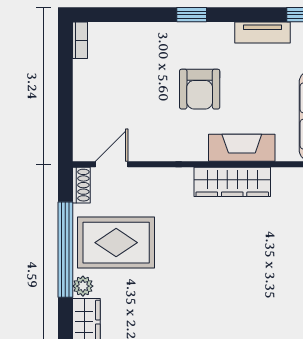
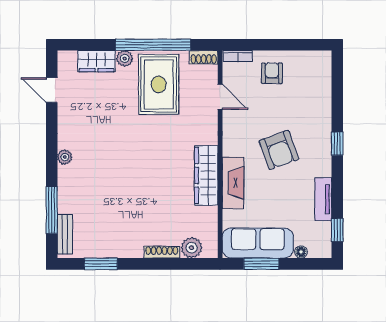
bookcase: (80, 40) -> (238, 56), moved
armchair: (200, 89) -> (279, 150), turned -110
armchair: (102, 98) -> (272, 73), added
door: (112, 164) -> (220, 97), moved

